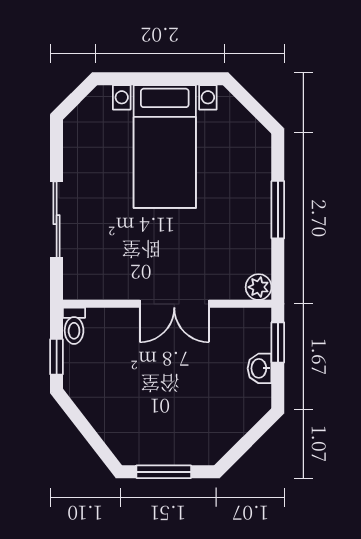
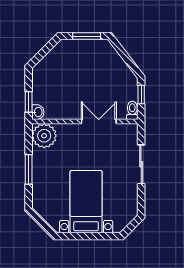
plant: (259, 287) -> (44, 136), width x1.88, depth x1.88
double door: (174, 304) -> (99, 121), moved
washbasin: (260, 368) -> (38, 112), moved

